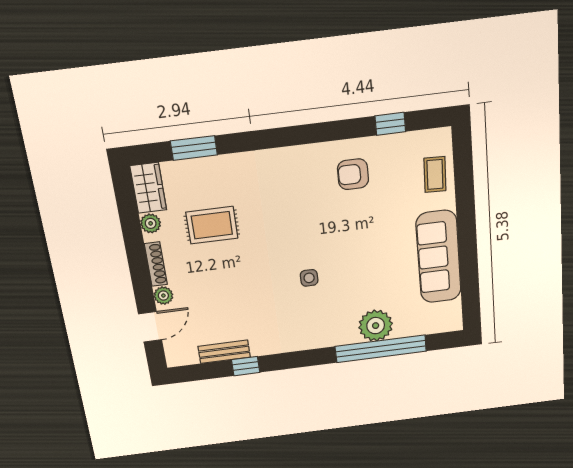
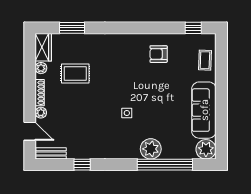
window: (390, 124) -> (193, 28), moved
plant: (446, 317) -> (206, 149), added
plant: (376, 326) -> (151, 149), moved
door: (150, 327) -> (30, 131), hinge flipped
bench: (224, 352) -> (51, 153), moved

